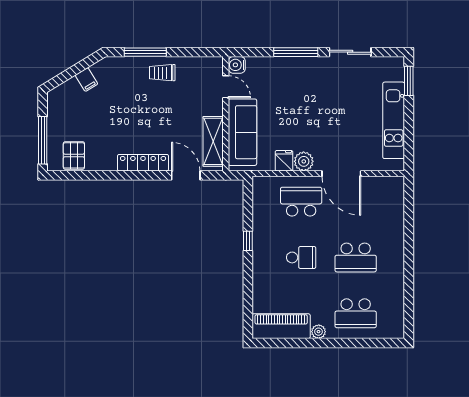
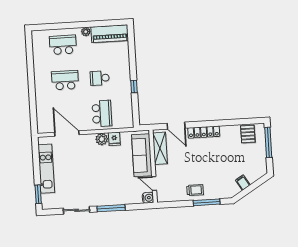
door: (341, 174) -> (67, 133), moved
school desk: (301, 202) -> (102, 113), turned -90

